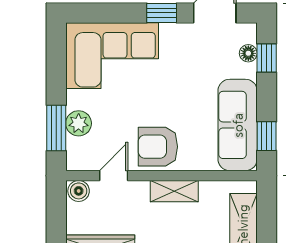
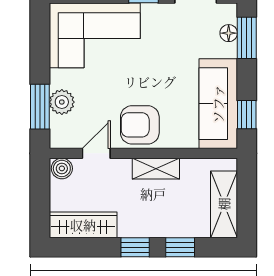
window: (267, 58) -> (247, 38), width x1.50

